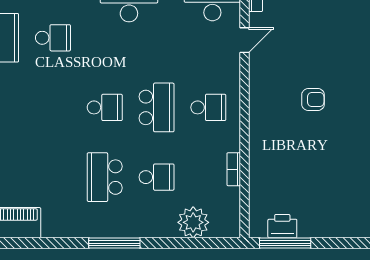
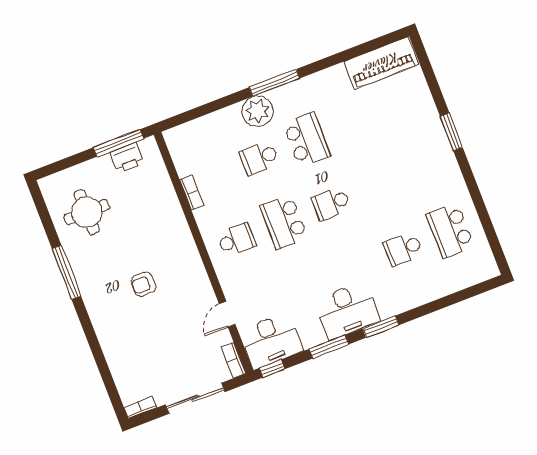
school desk: (208, 107) -> (236, 240), turned 180
round table: (341, 189) -> (87, 212), added
plant: (193, 222) -> (258, 111), moved

